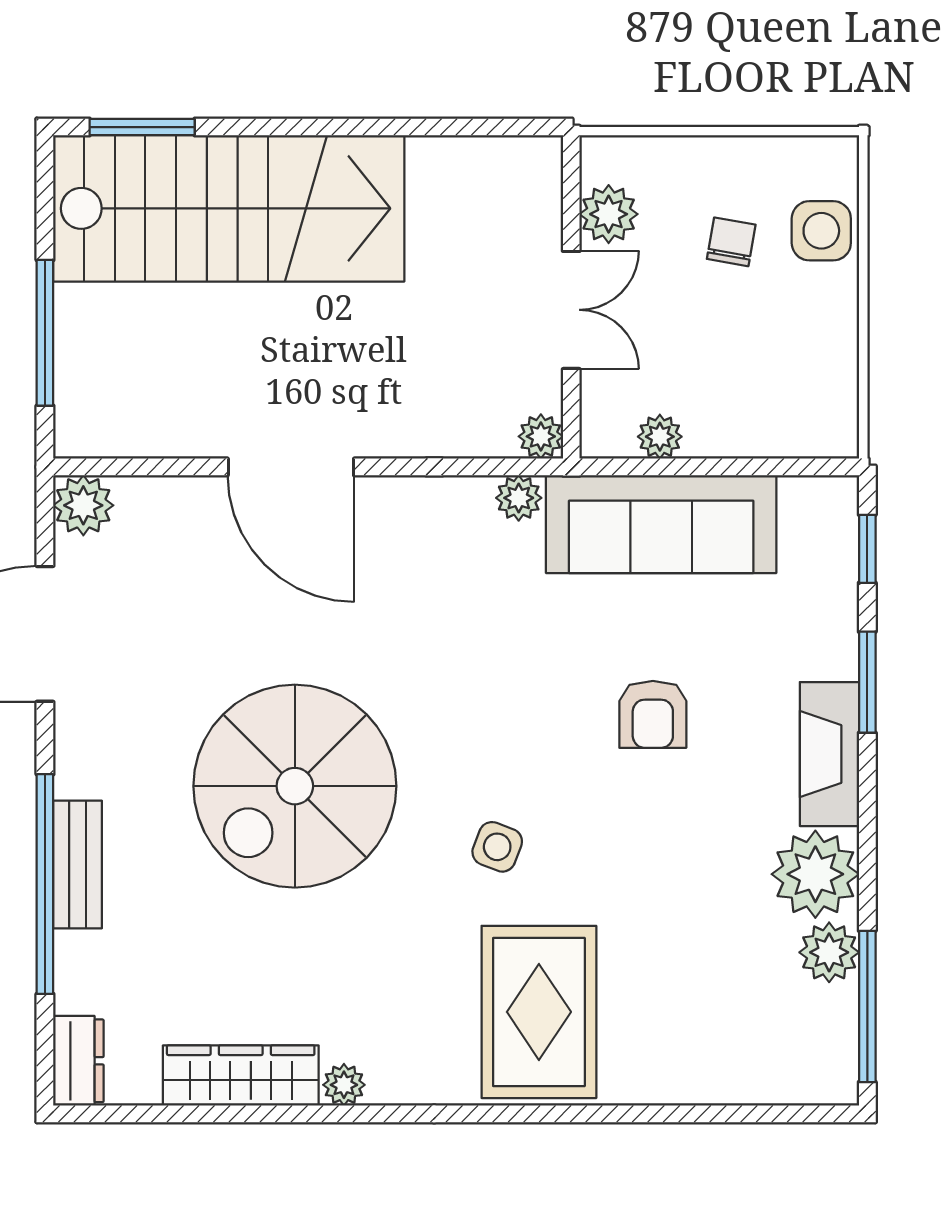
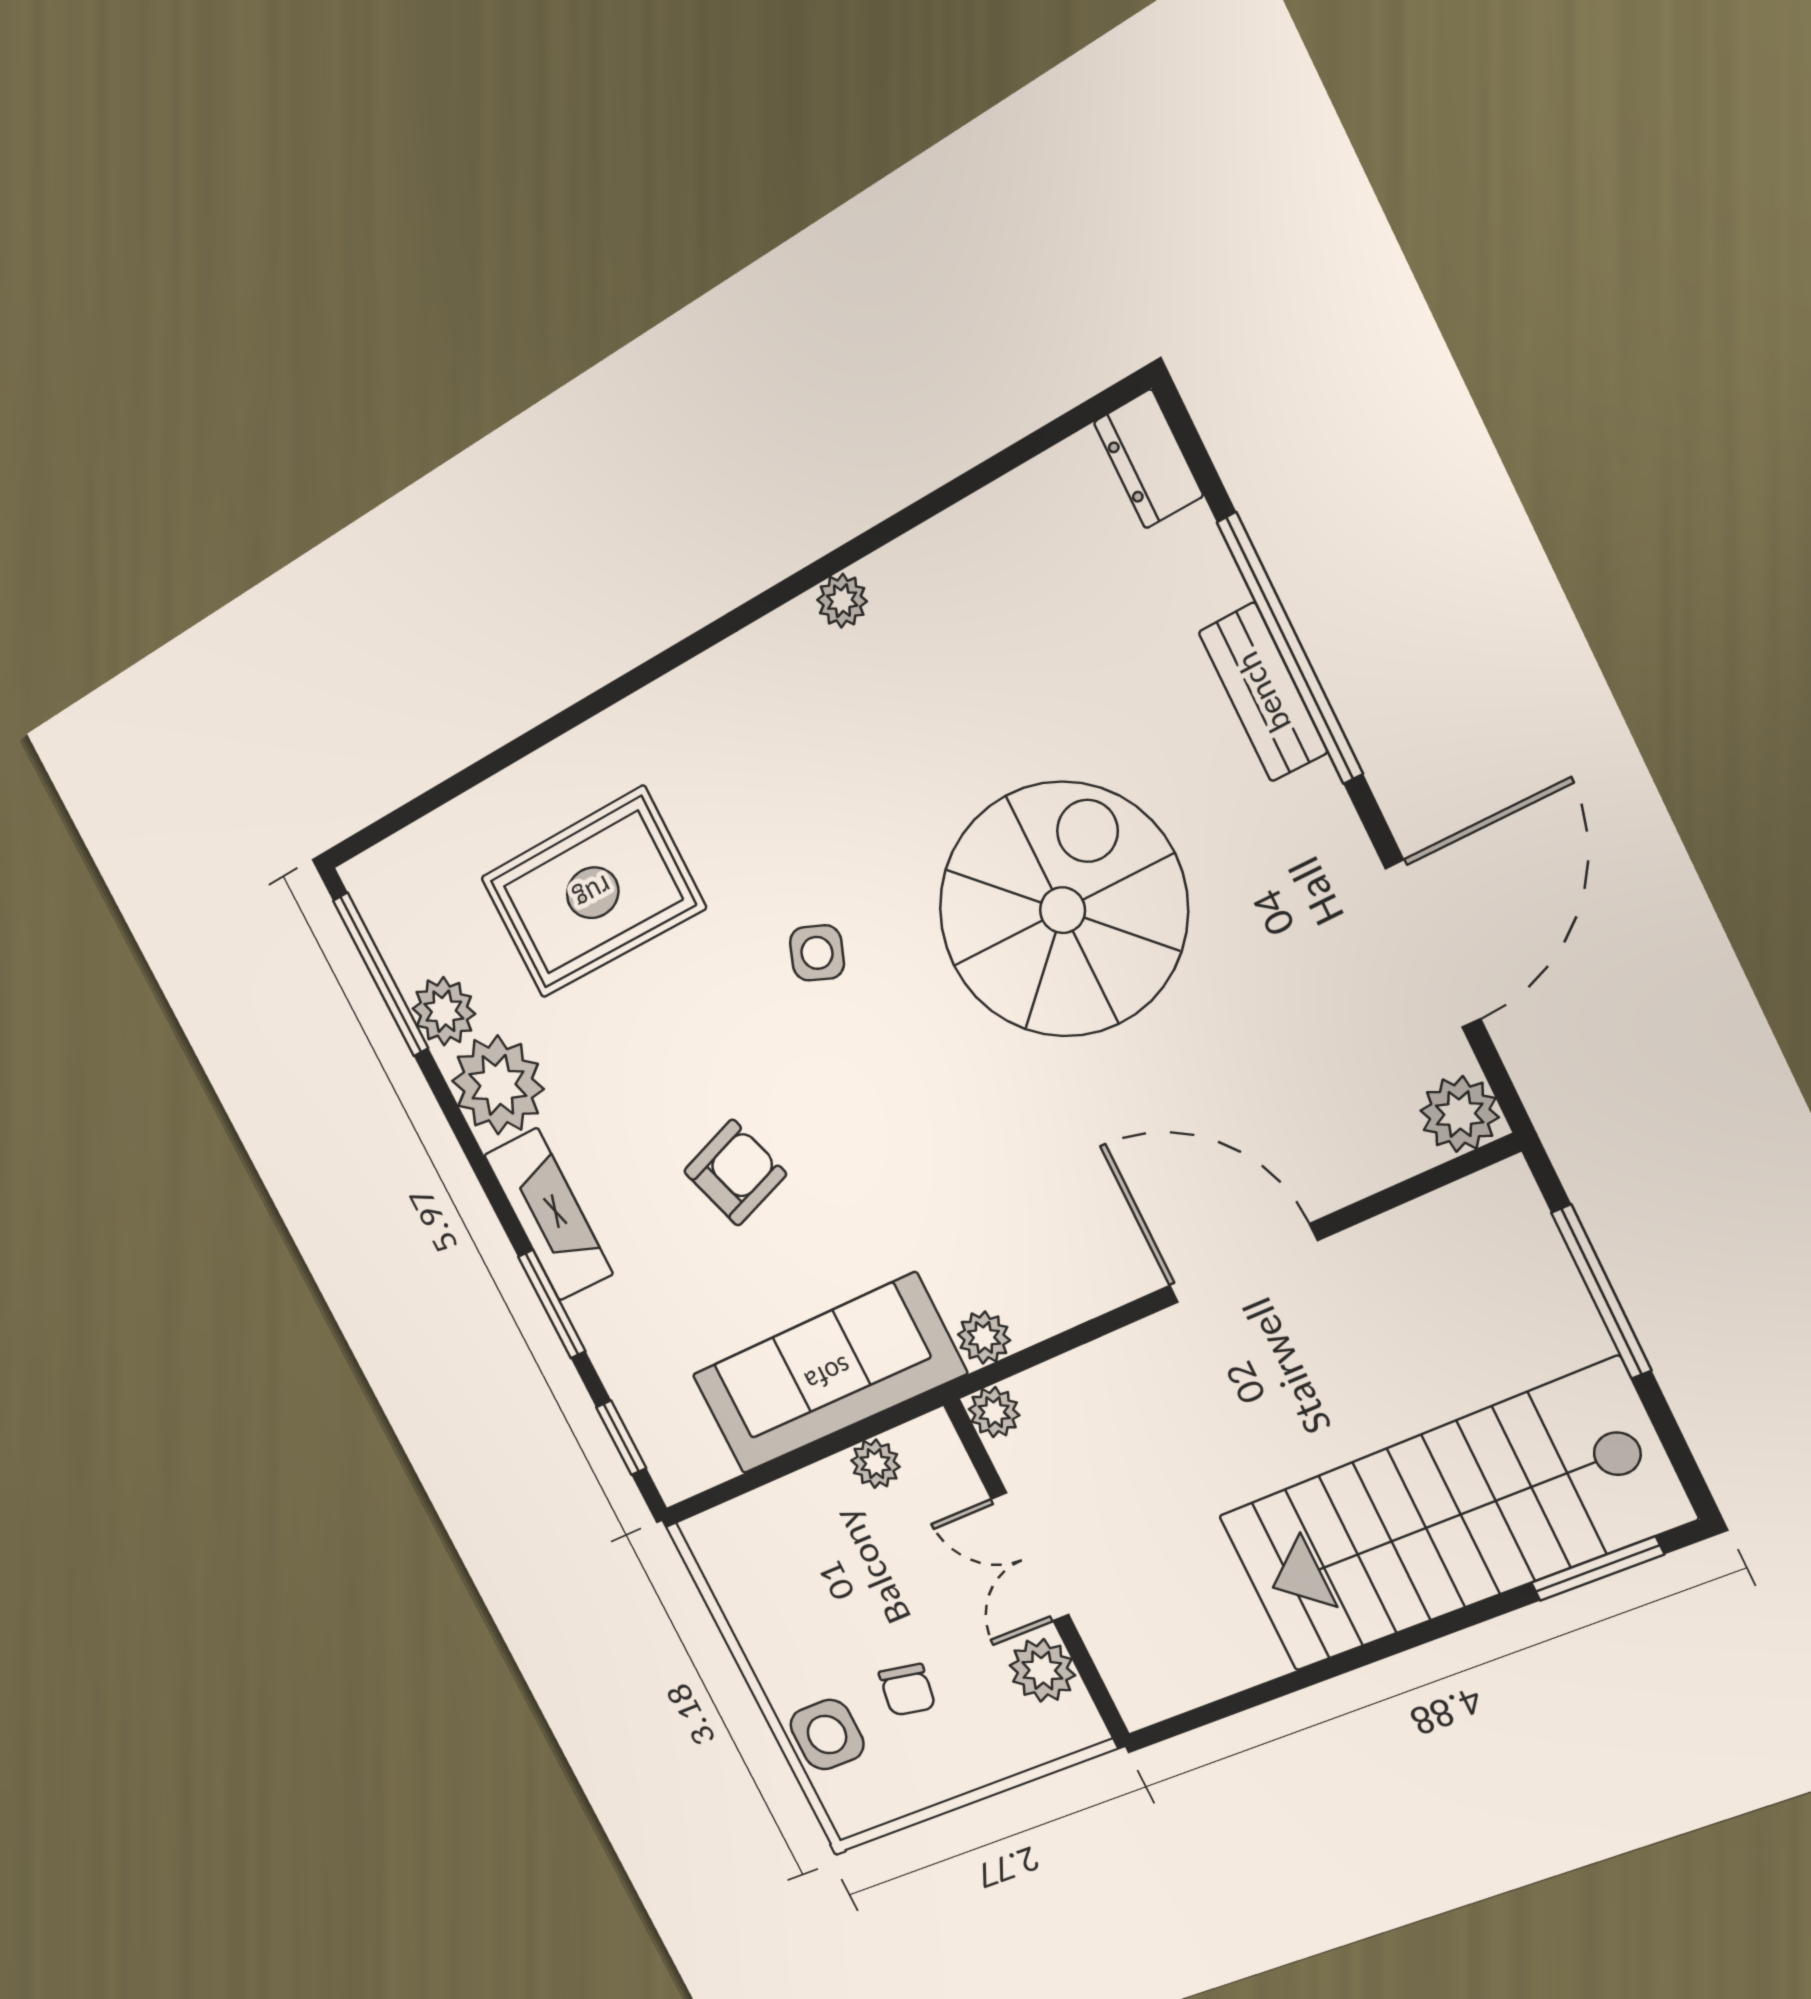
armchair: (653, 714) -> (735, 1173), turned 71
rug: (539, 1012) -> (593, 893), moved, turned 90
wardrobe: (241, 1076) -> (958, 547), removed

